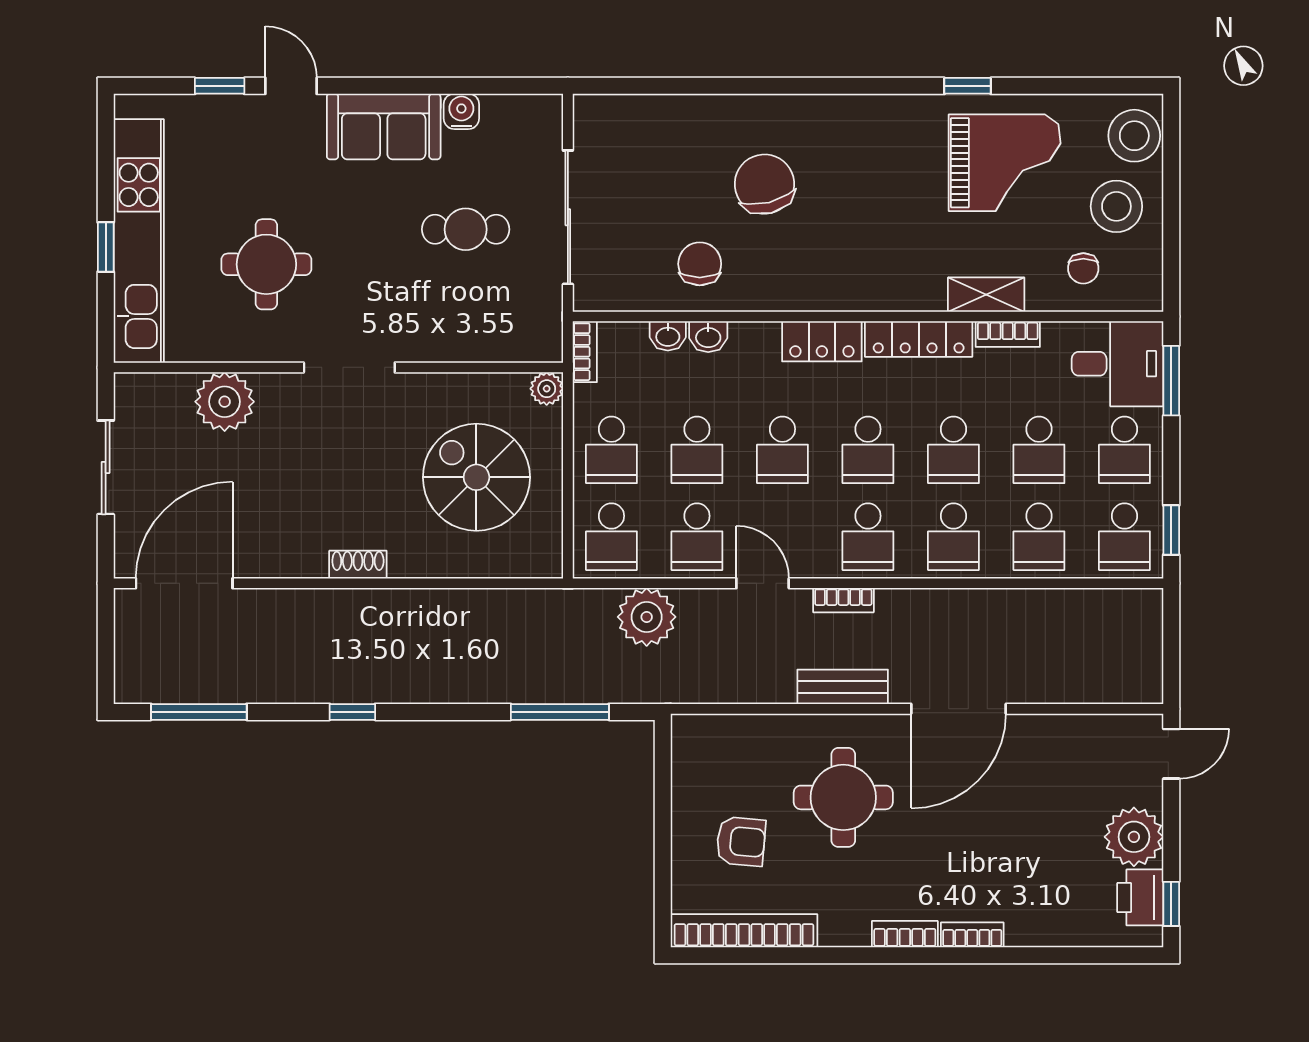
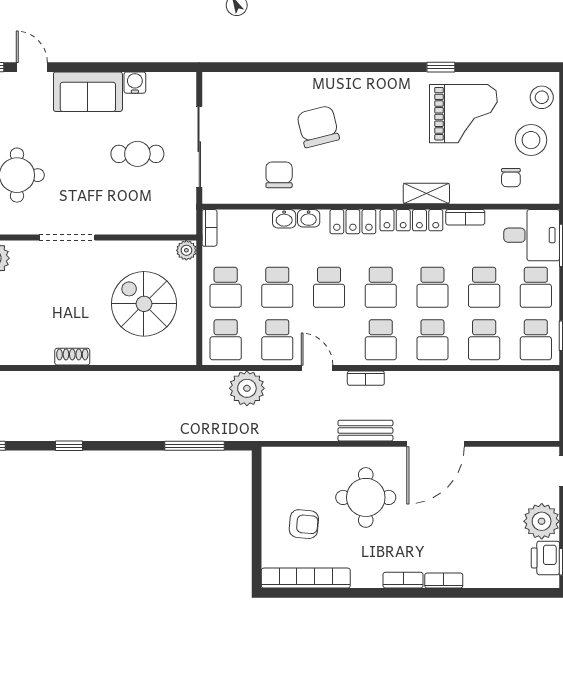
stool: (1134, 136) -> (542, 97), width x0.73, depth x0.73
shelving: (986, 295) -> (426, 193), moved
washbasin: (668, 336) -> (309, 218), moved

